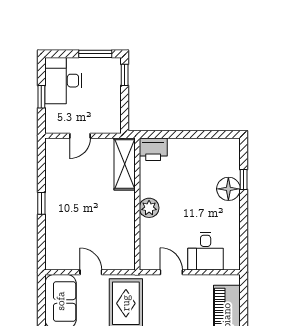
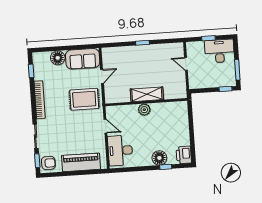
printer: (153, 149) -> (184, 155), moved
shelving: (125, 164) -> (147, 94), moved
desk: (206, 251) -> (120, 150), width x1.37
door: (171, 272) -> (105, 126), hinge flipped

